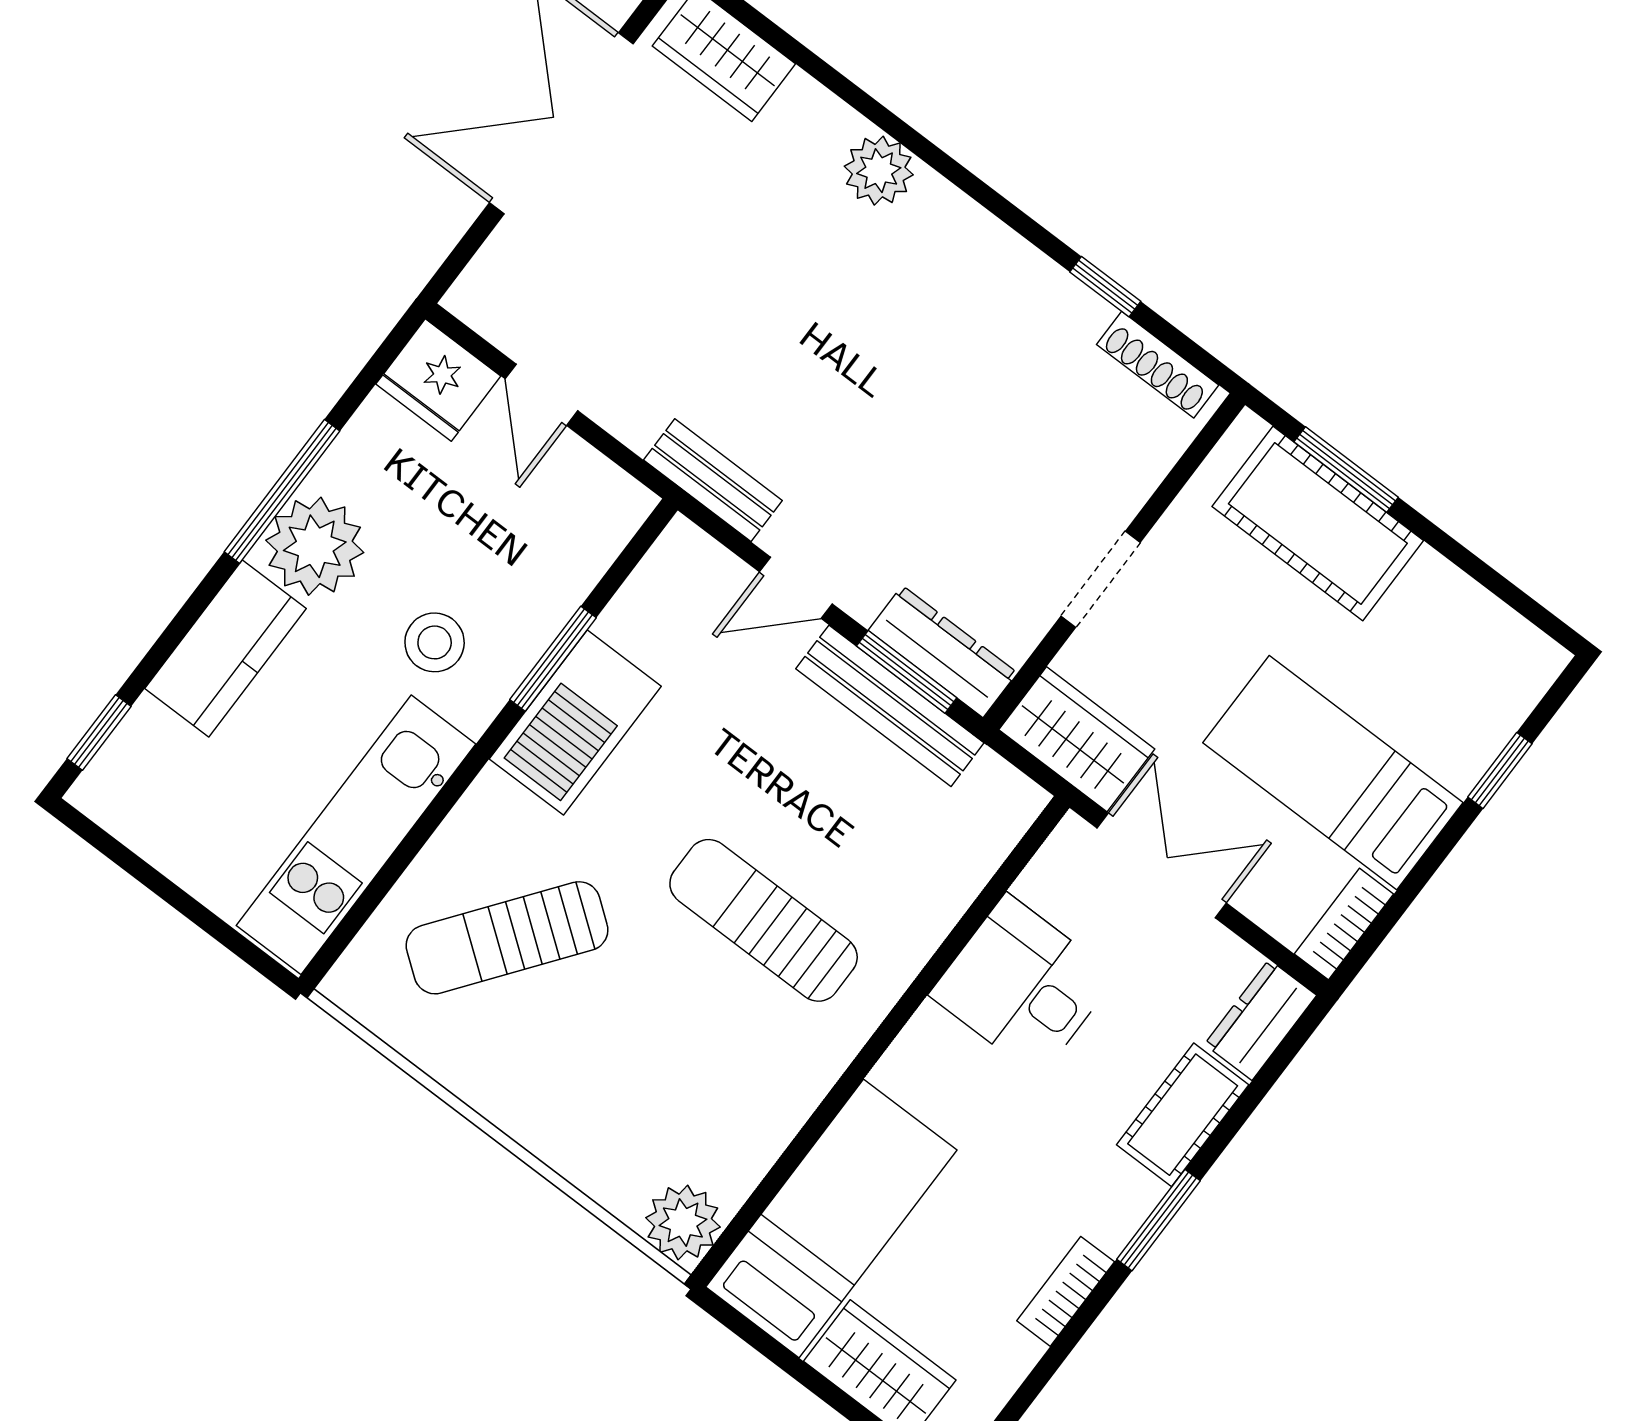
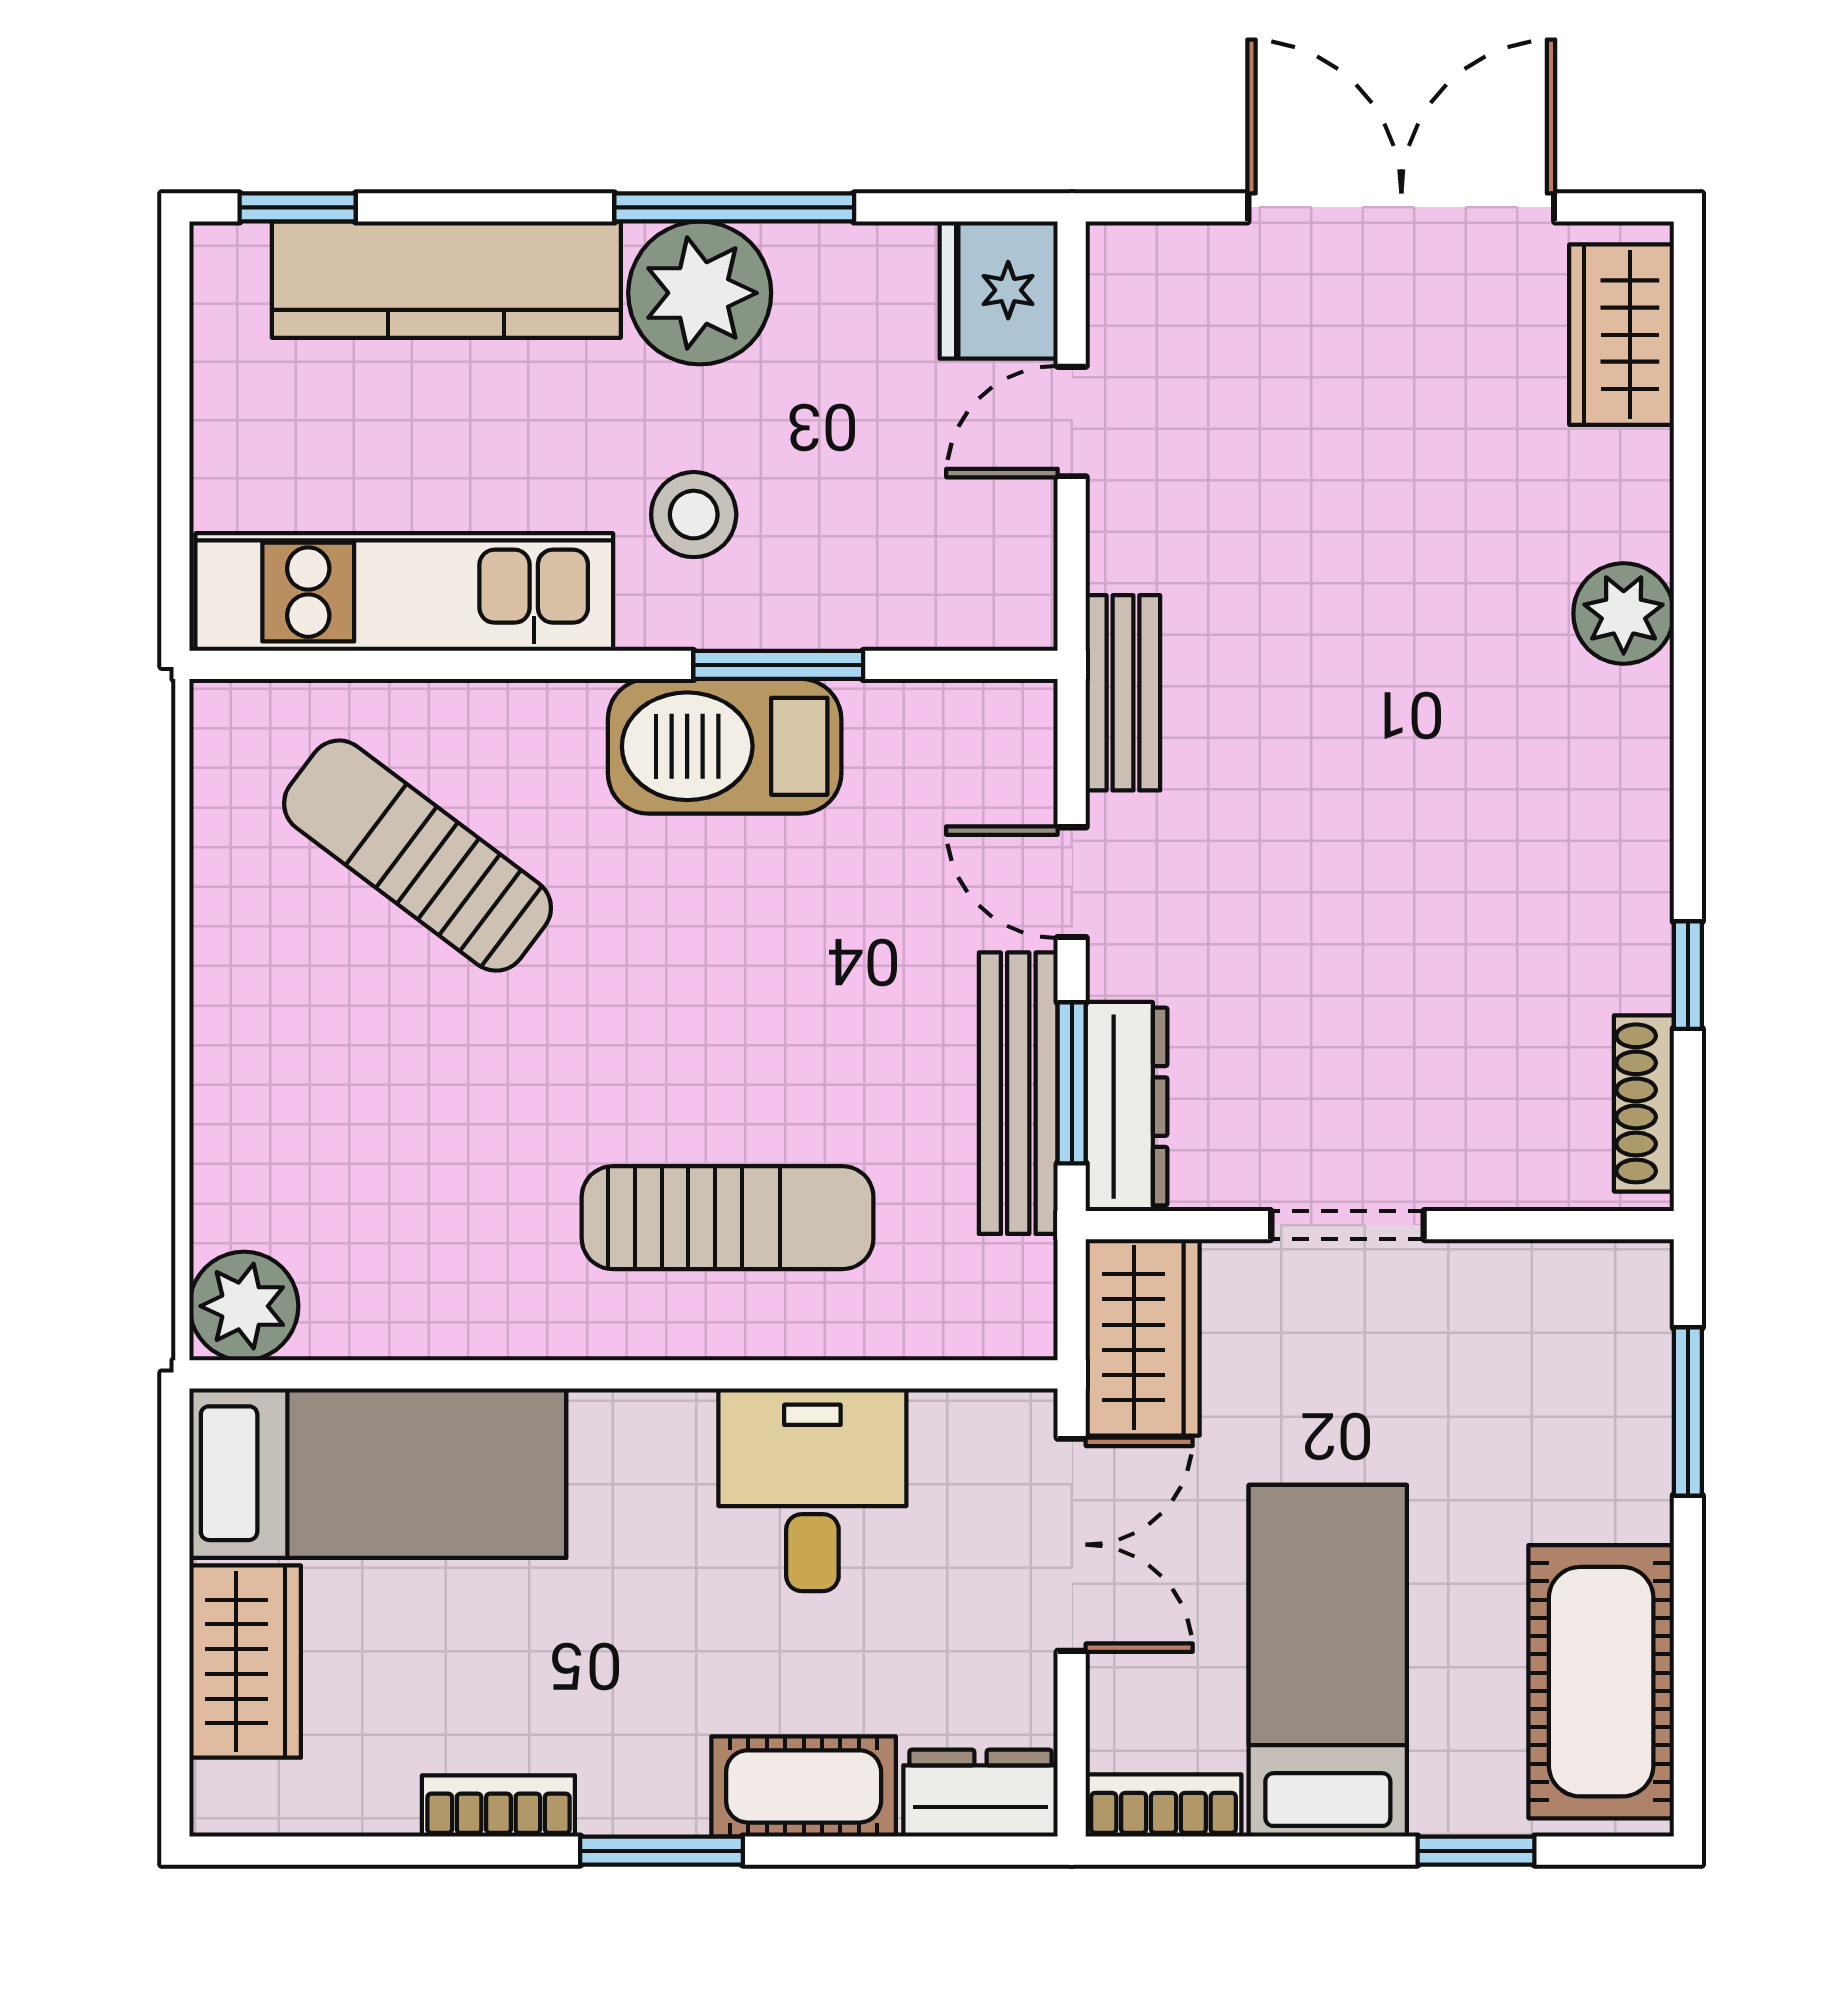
cot: (1318, 523) -> (1601, 1682), moved
kitchen counter: (226, 649) -> (446, 280), width x1.50
sun lounger: (764, 920) -> (728, 1218), moved, turned 90

